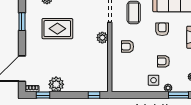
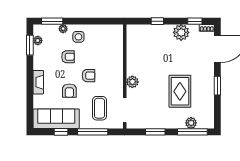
window: (22, 22) -> (217, 86), moved
rug: (57, 29) -> (180, 91), turned 90
armchair: (128, 47) -> (88, 76), moved
window: (94, 95) -> (157, 21), moved

